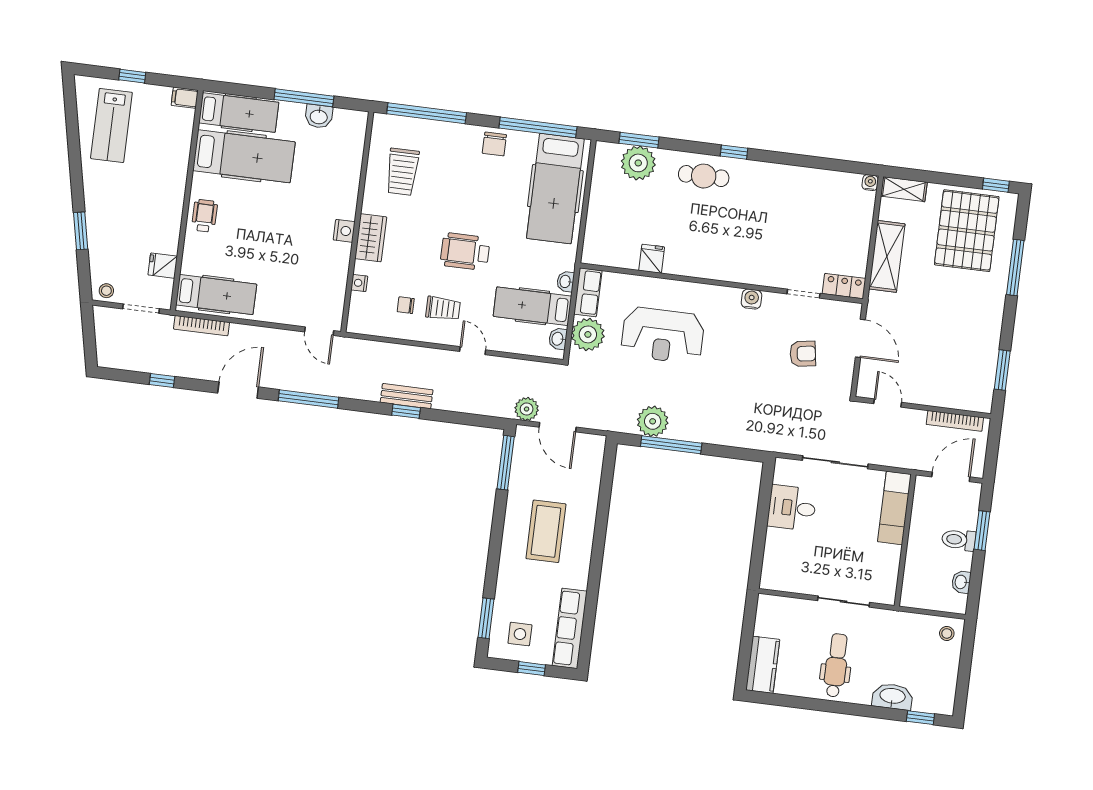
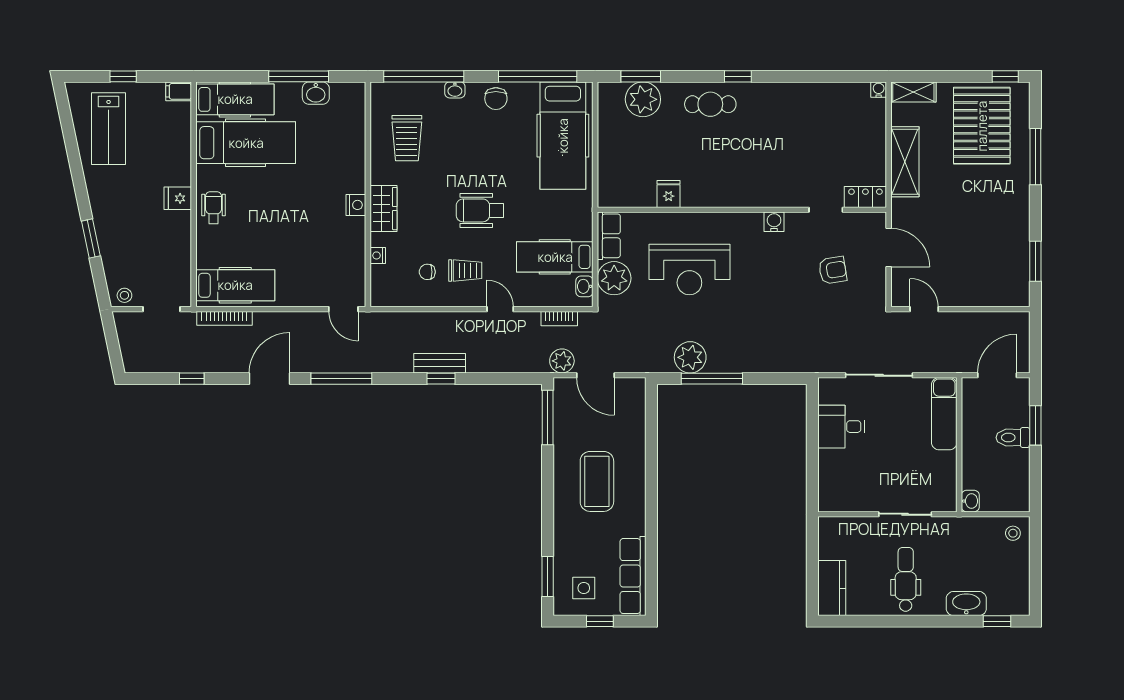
fridge: (163, 266) -> (178, 198), moved
washbasin: (565, 282) -> (455, 90), moved, turned -90
bookcase: (955, 421) -> (559, 319), moved, width x0.64
washbasin: (961, 582) -> (970, 501), moved, turned 180

